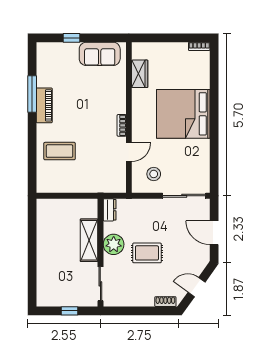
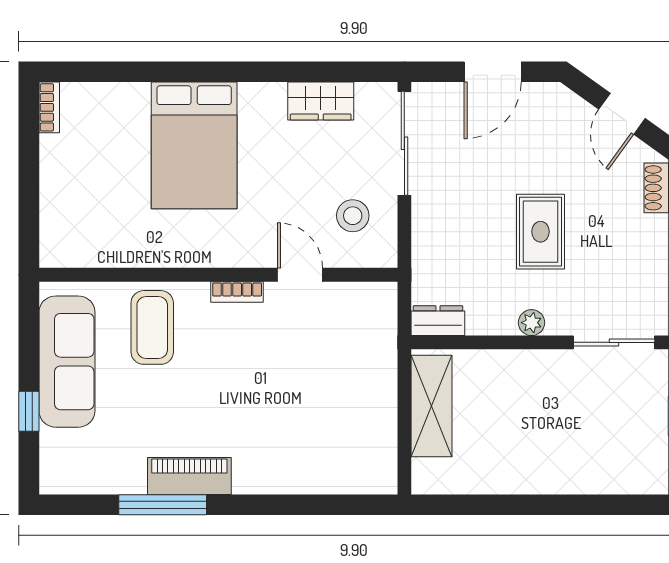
sofa: (100, 54) -> (67, 362), width x1.36
wardrobe: (140, 74) -> (321, 101), moved, turned 180
bed: (183, 114) -> (194, 145), width x0.73
coffee table: (60, 151) -> (152, 327), moved
shelving: (89, 240) -> (432, 406), moved, turned 90
plant: (114, 244) -> (532, 323), width x0.53, depth x0.53

